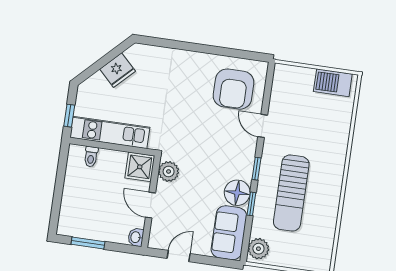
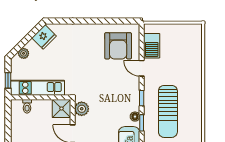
fridge: (118, 70) -> (44, 37), moved
plant: (97, 80) -> (24, 53), added
barbecue: (333, 83) -> (152, 46), moved, turned -90
floor lamp: (237, 193) -> (135, 117), width x0.53, depth x0.53

